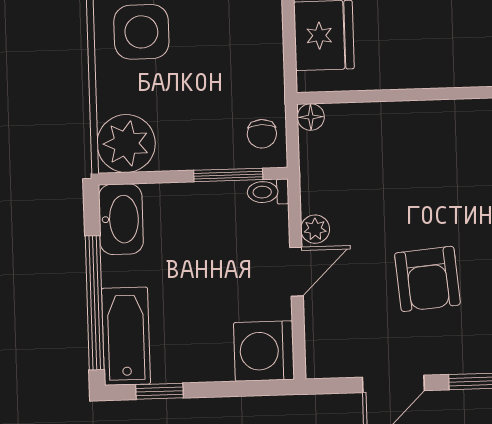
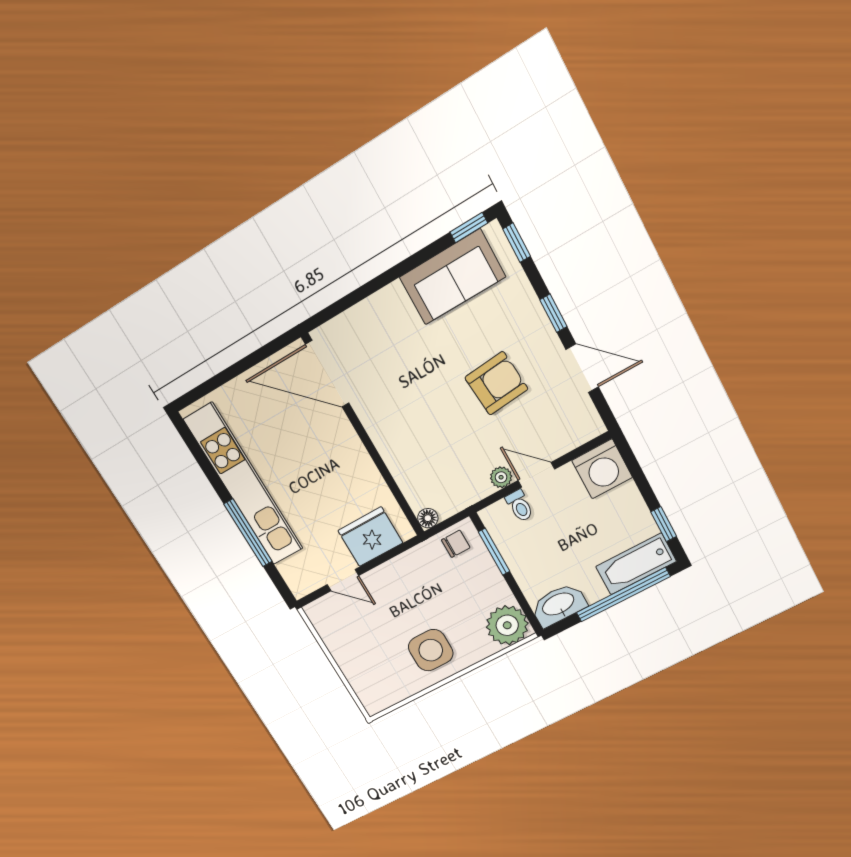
toilet: (268, 192) -> (520, 506), moved

